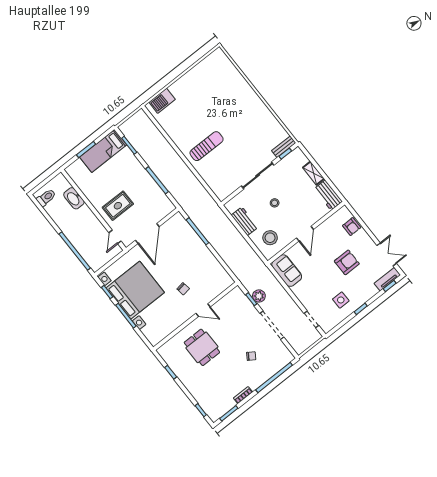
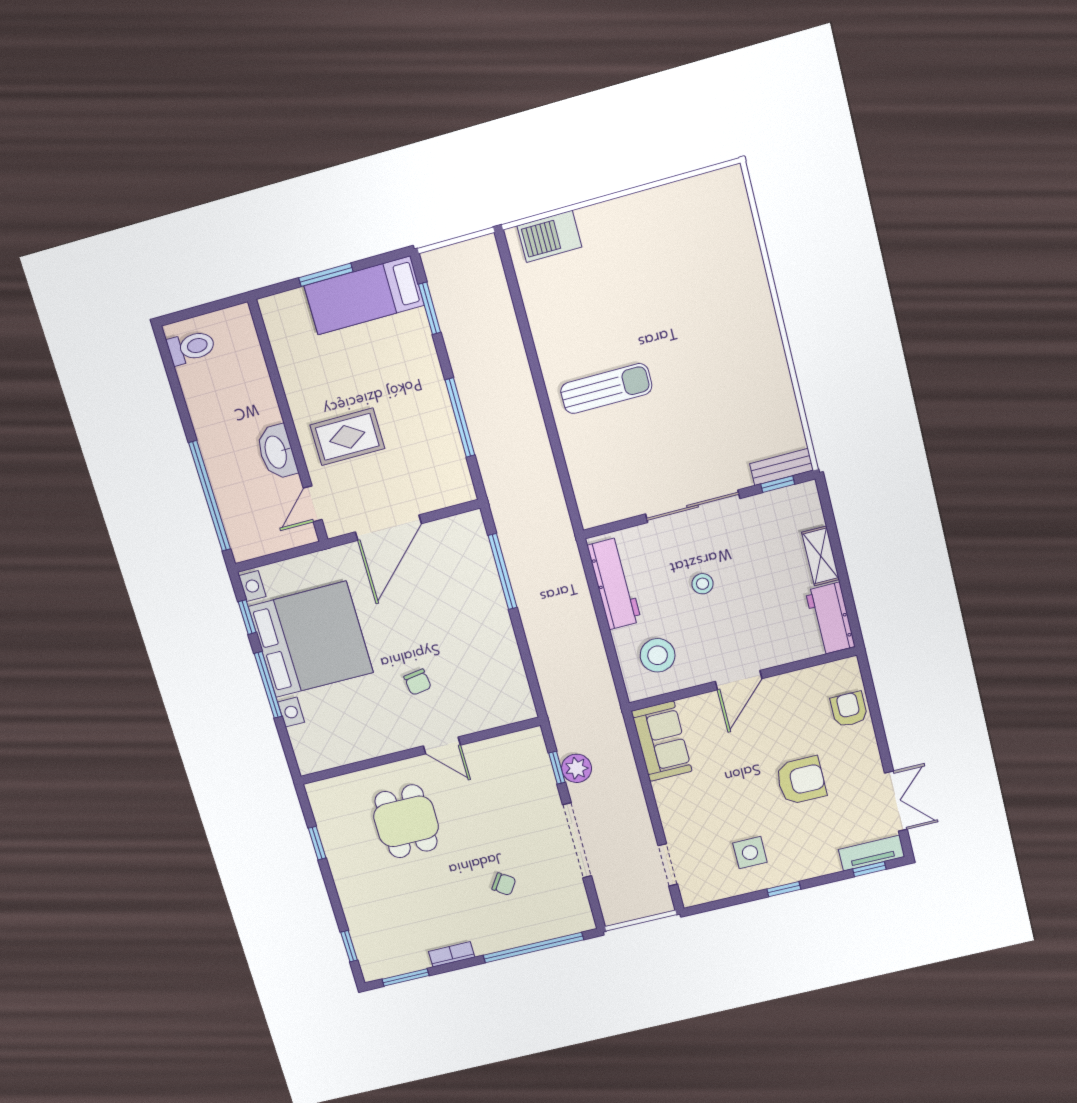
washbasin: (74, 198) -> (277, 452), moved
workbench: (245, 221) -> (614, 583), width x1.37
armchair: (352, 227) -> (849, 709), turned 180

